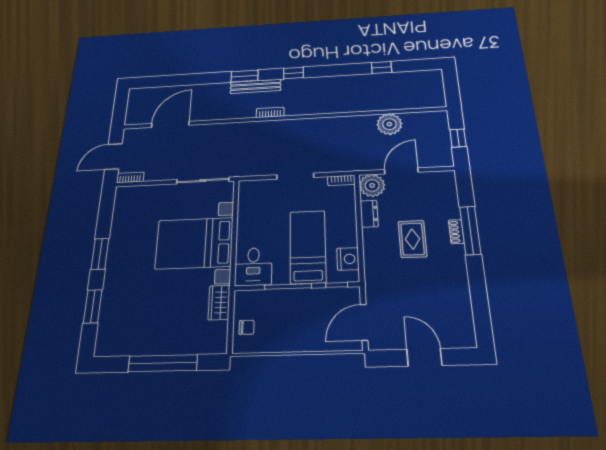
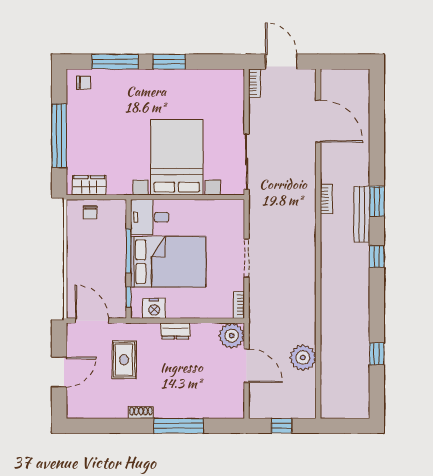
bookcase: (270, 112) -> (326, 199), moved
dresser: (369, 214) -> (175, 331), moved
shoe rack: (456, 232) -> (141, 413), moved
rug: (412, 239) -> (124, 360), moved, turned 90
bed: (308, 247) -> (168, 262), width x1.50
wardrobe: (219, 303) -> (89, 185), moved
window: (93, 306) -> (115, 62), width x1.44
chair: (110, 338) -> (84, 83), added

